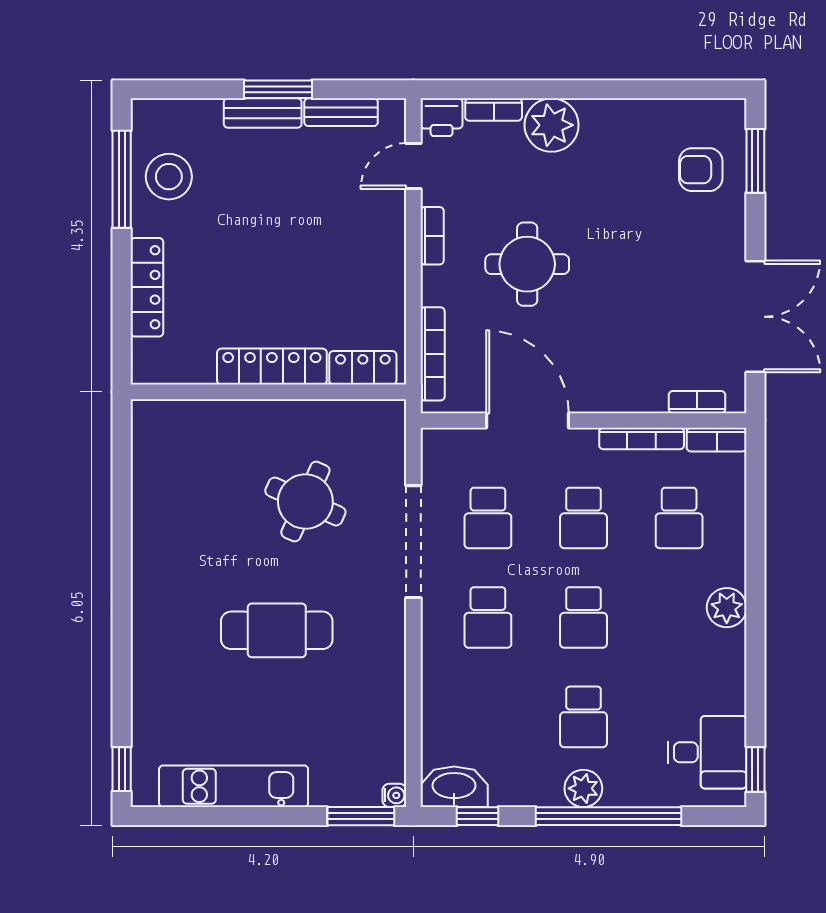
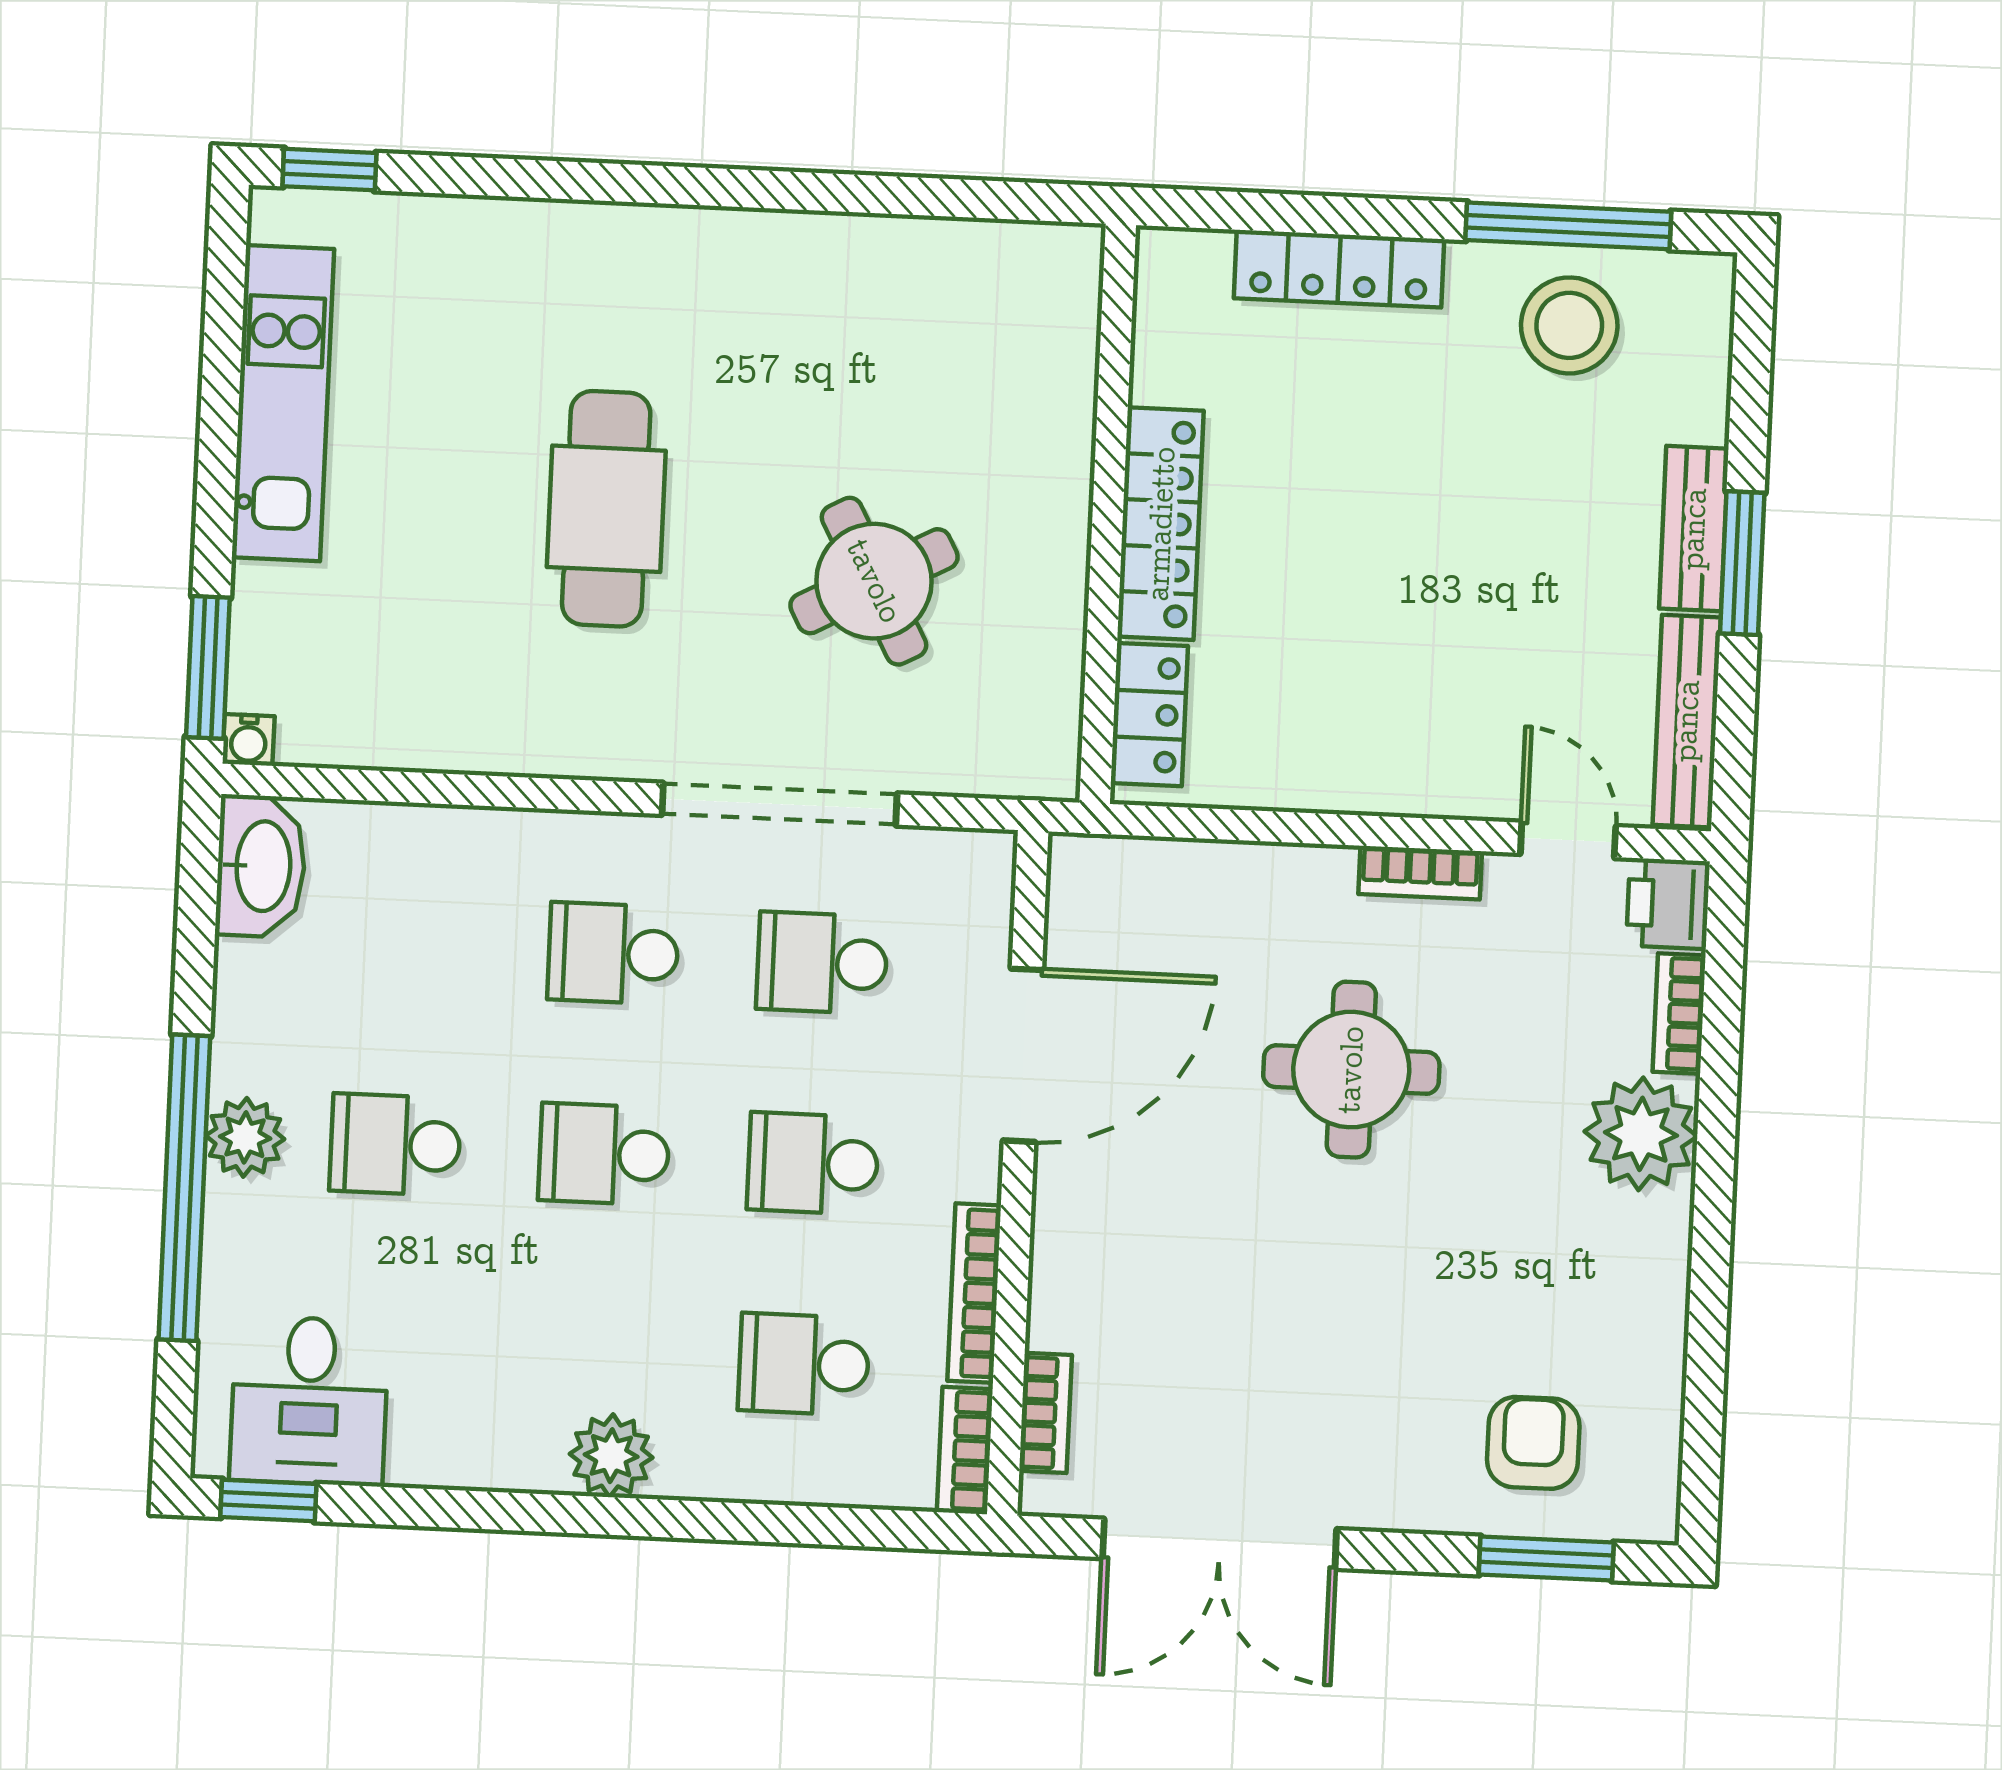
bench: (341, 112) -> (1687, 721), width x1.36
bookcase: (433, 354) -> (1172, 862), removed
round table: (305, 502) -> (874, 581), turned 38
window: (478, 816) -> (197, 913), removed

